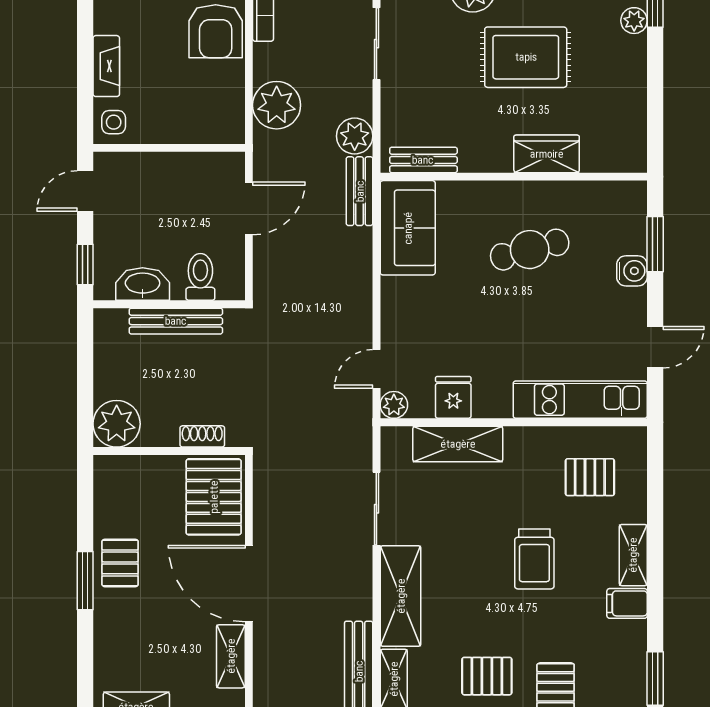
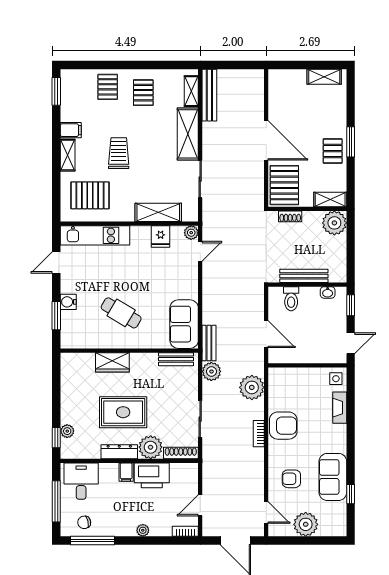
armchair: (216, 31) -> (283, 426), turned 90
door: (249, 208) -> (266, 334), swing flipped
cafe table: (530, 250) -> (121, 313), turned 46
washbasin: (143, 284) -> (328, 292), width x0.52, depth x0.69
pallet: (590, 477) -> (90, 195), width x1.50, depth x1.42
shelving: (231, 656) -> (330, 200), moved, turned 90
pallet: (487, 676) -> (143, 93), turned 90

